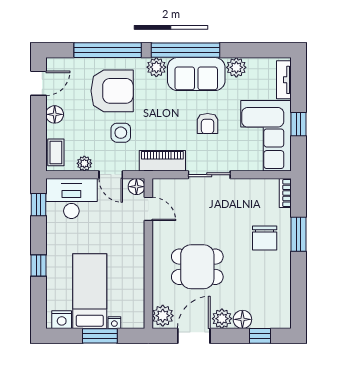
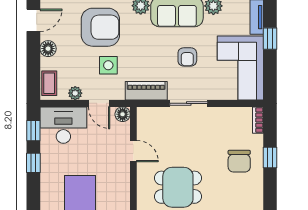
window: (299, 124) -> (270, 39), moved
door: (148, 209) -> (133, 151), moved
window: (299, 234) -> (270, 158), width x0.67
window: (38, 266) -> (33, 163), moved

